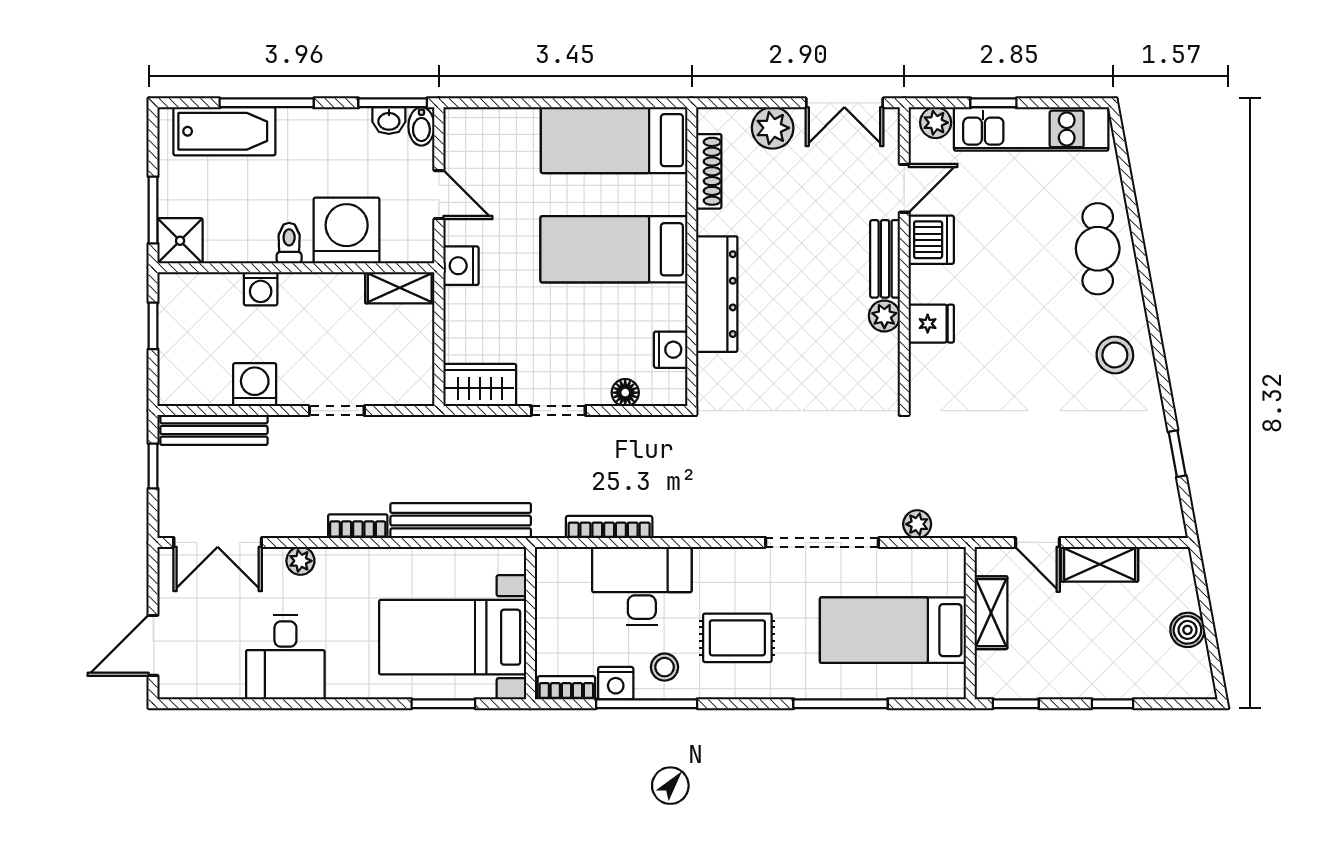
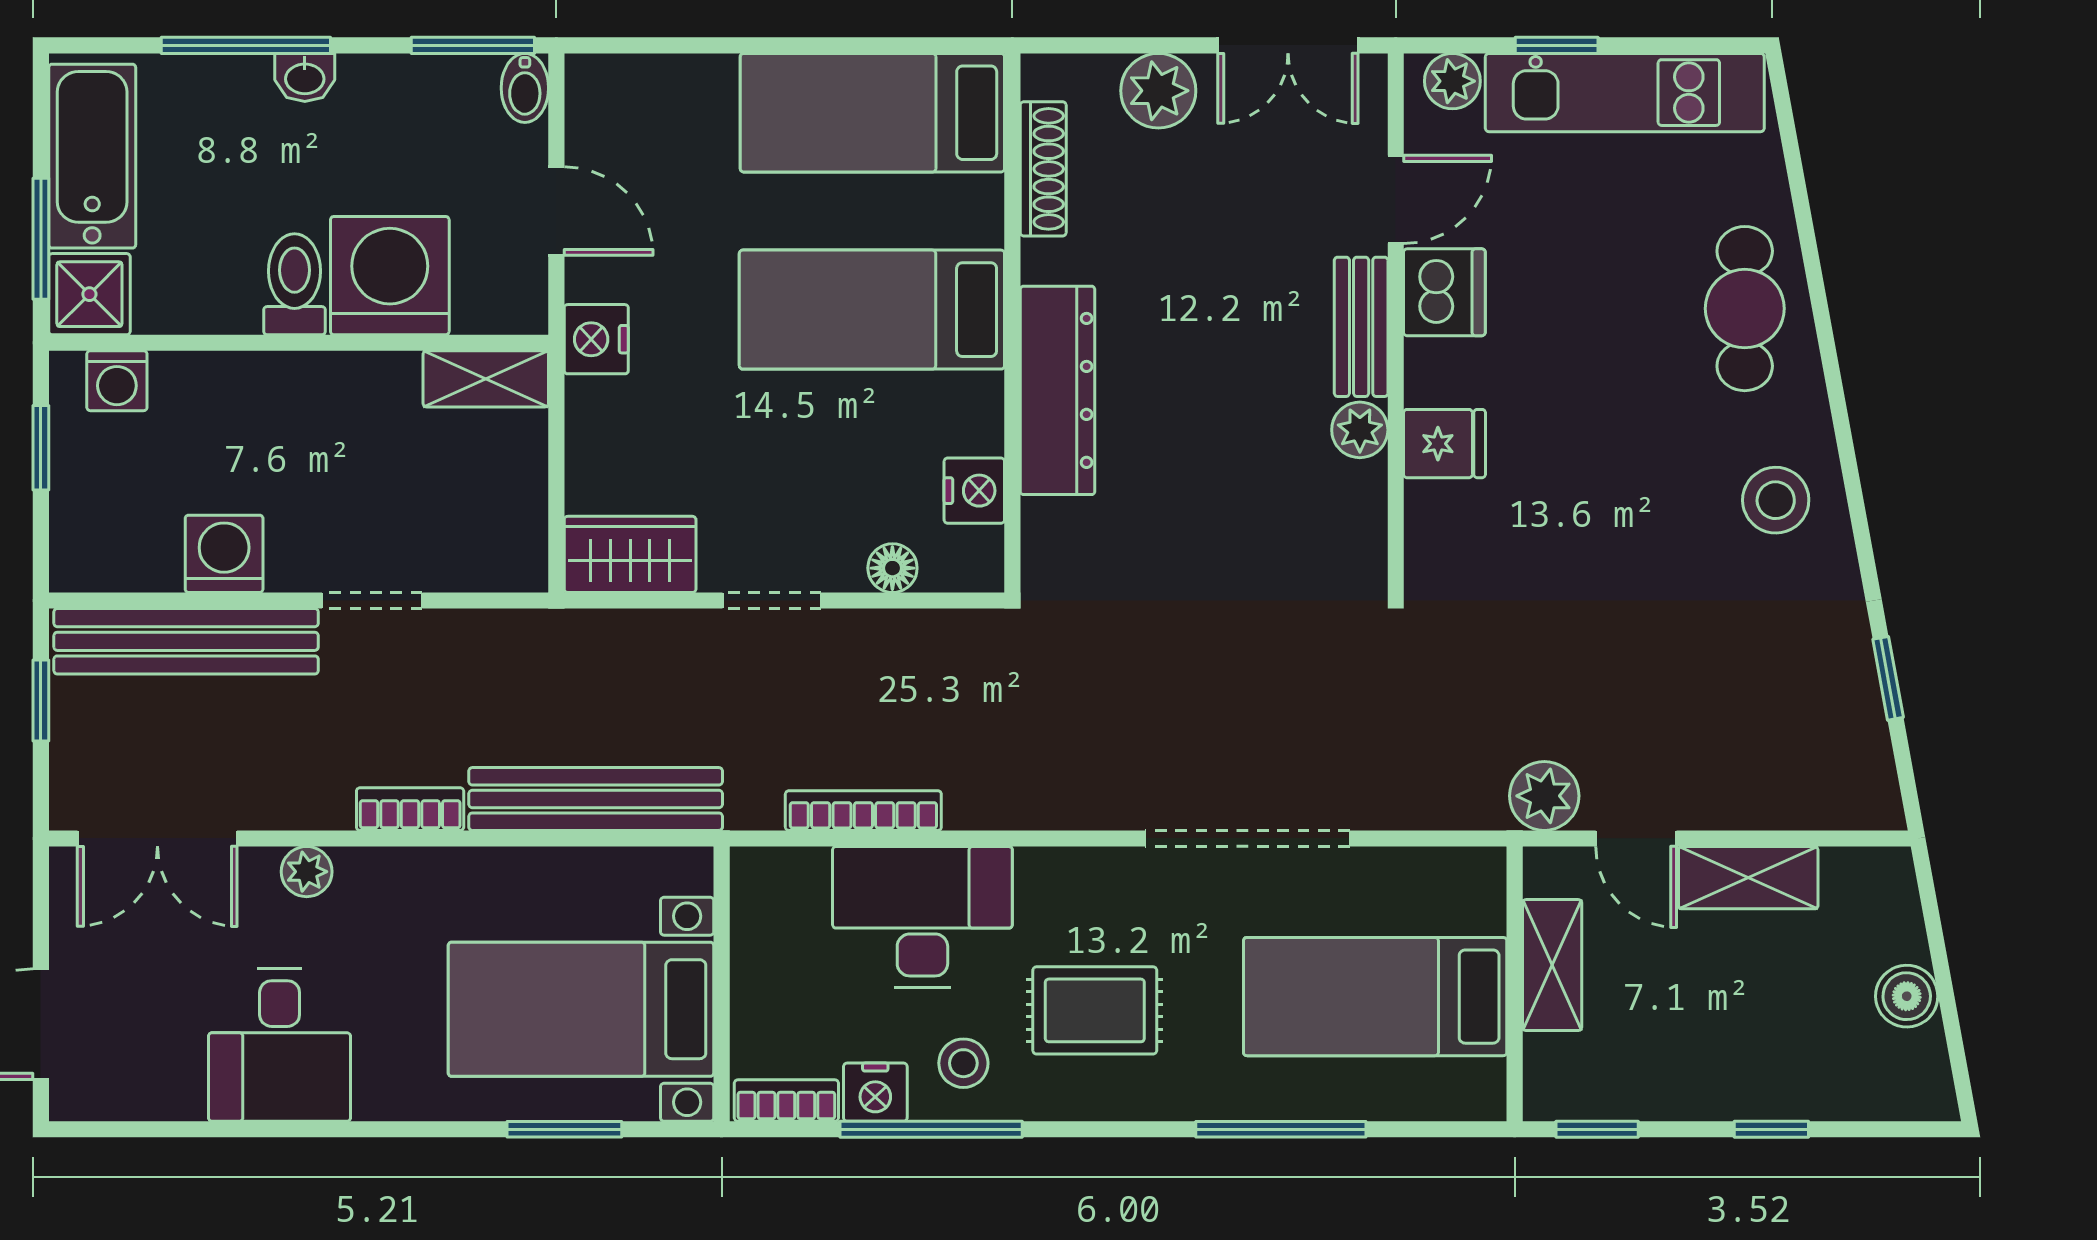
washbasin: (389, 121) -> (305, 77), moved
bathtub: (224, 131) -> (92, 156), moved, turned -90
toilet: (289, 243) -> (294, 284), width x1.37, depth x1.39
washing machine: (261, 289) -> (117, 381), moved
bench: (214, 430) -> (186, 641), width x1.37, depth x1.21
plant: (917, 524) -> (1544, 796), moved, width x1.38, depth x1.38

